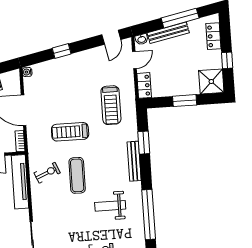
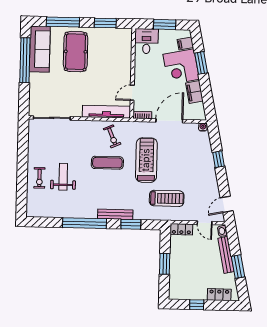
window: (180, 18) -> (238, 267), width x0.69
door: (111, 37) -> (227, 204), hinge flipped
shower: (211, 82) -> (179, 289), removed
treadmill: (111, 105) -> (167, 198), turned 180
treadmill: (70, 132) -> (146, 160), width x1.37, depth x1.38
weight bench: (110, 206) -> (63, 177), moved
window: (149, 214) -> (85, 223), moved

